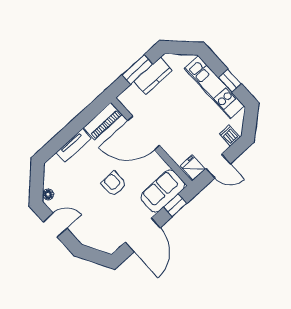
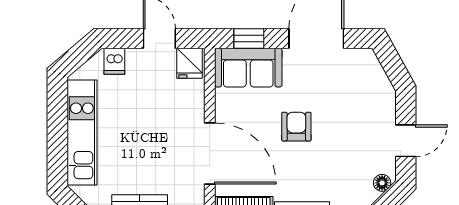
window: (230, 81) -> (57, 124), removed
armchair: (114, 184) -> (296, 127), turned 180
door: (55, 225) -> (406, 141), swing flipped

